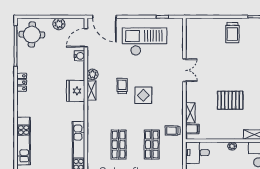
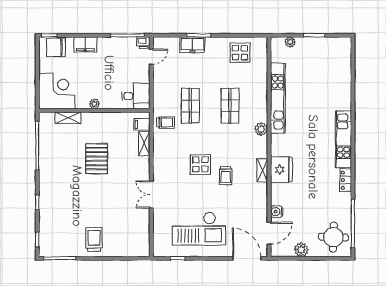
plant: (93, 74) -> (261, 129), moved
pallet: (230, 100) -> (97, 159), turned 90
kitchen unit: (24, 141) -> (343, 139), moved

